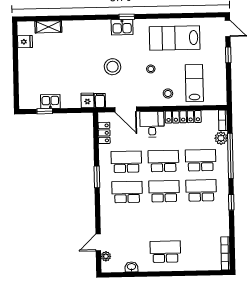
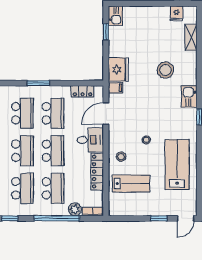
kitchen sink: (122, 27) -> (189, 96), moved
stool: (112, 67) -> (165, 70), moved
fridge: (87, 100) -> (118, 70), width x1.88, depth x1.34
kitchen sink: (50, 102) -> (115, 16), moved

